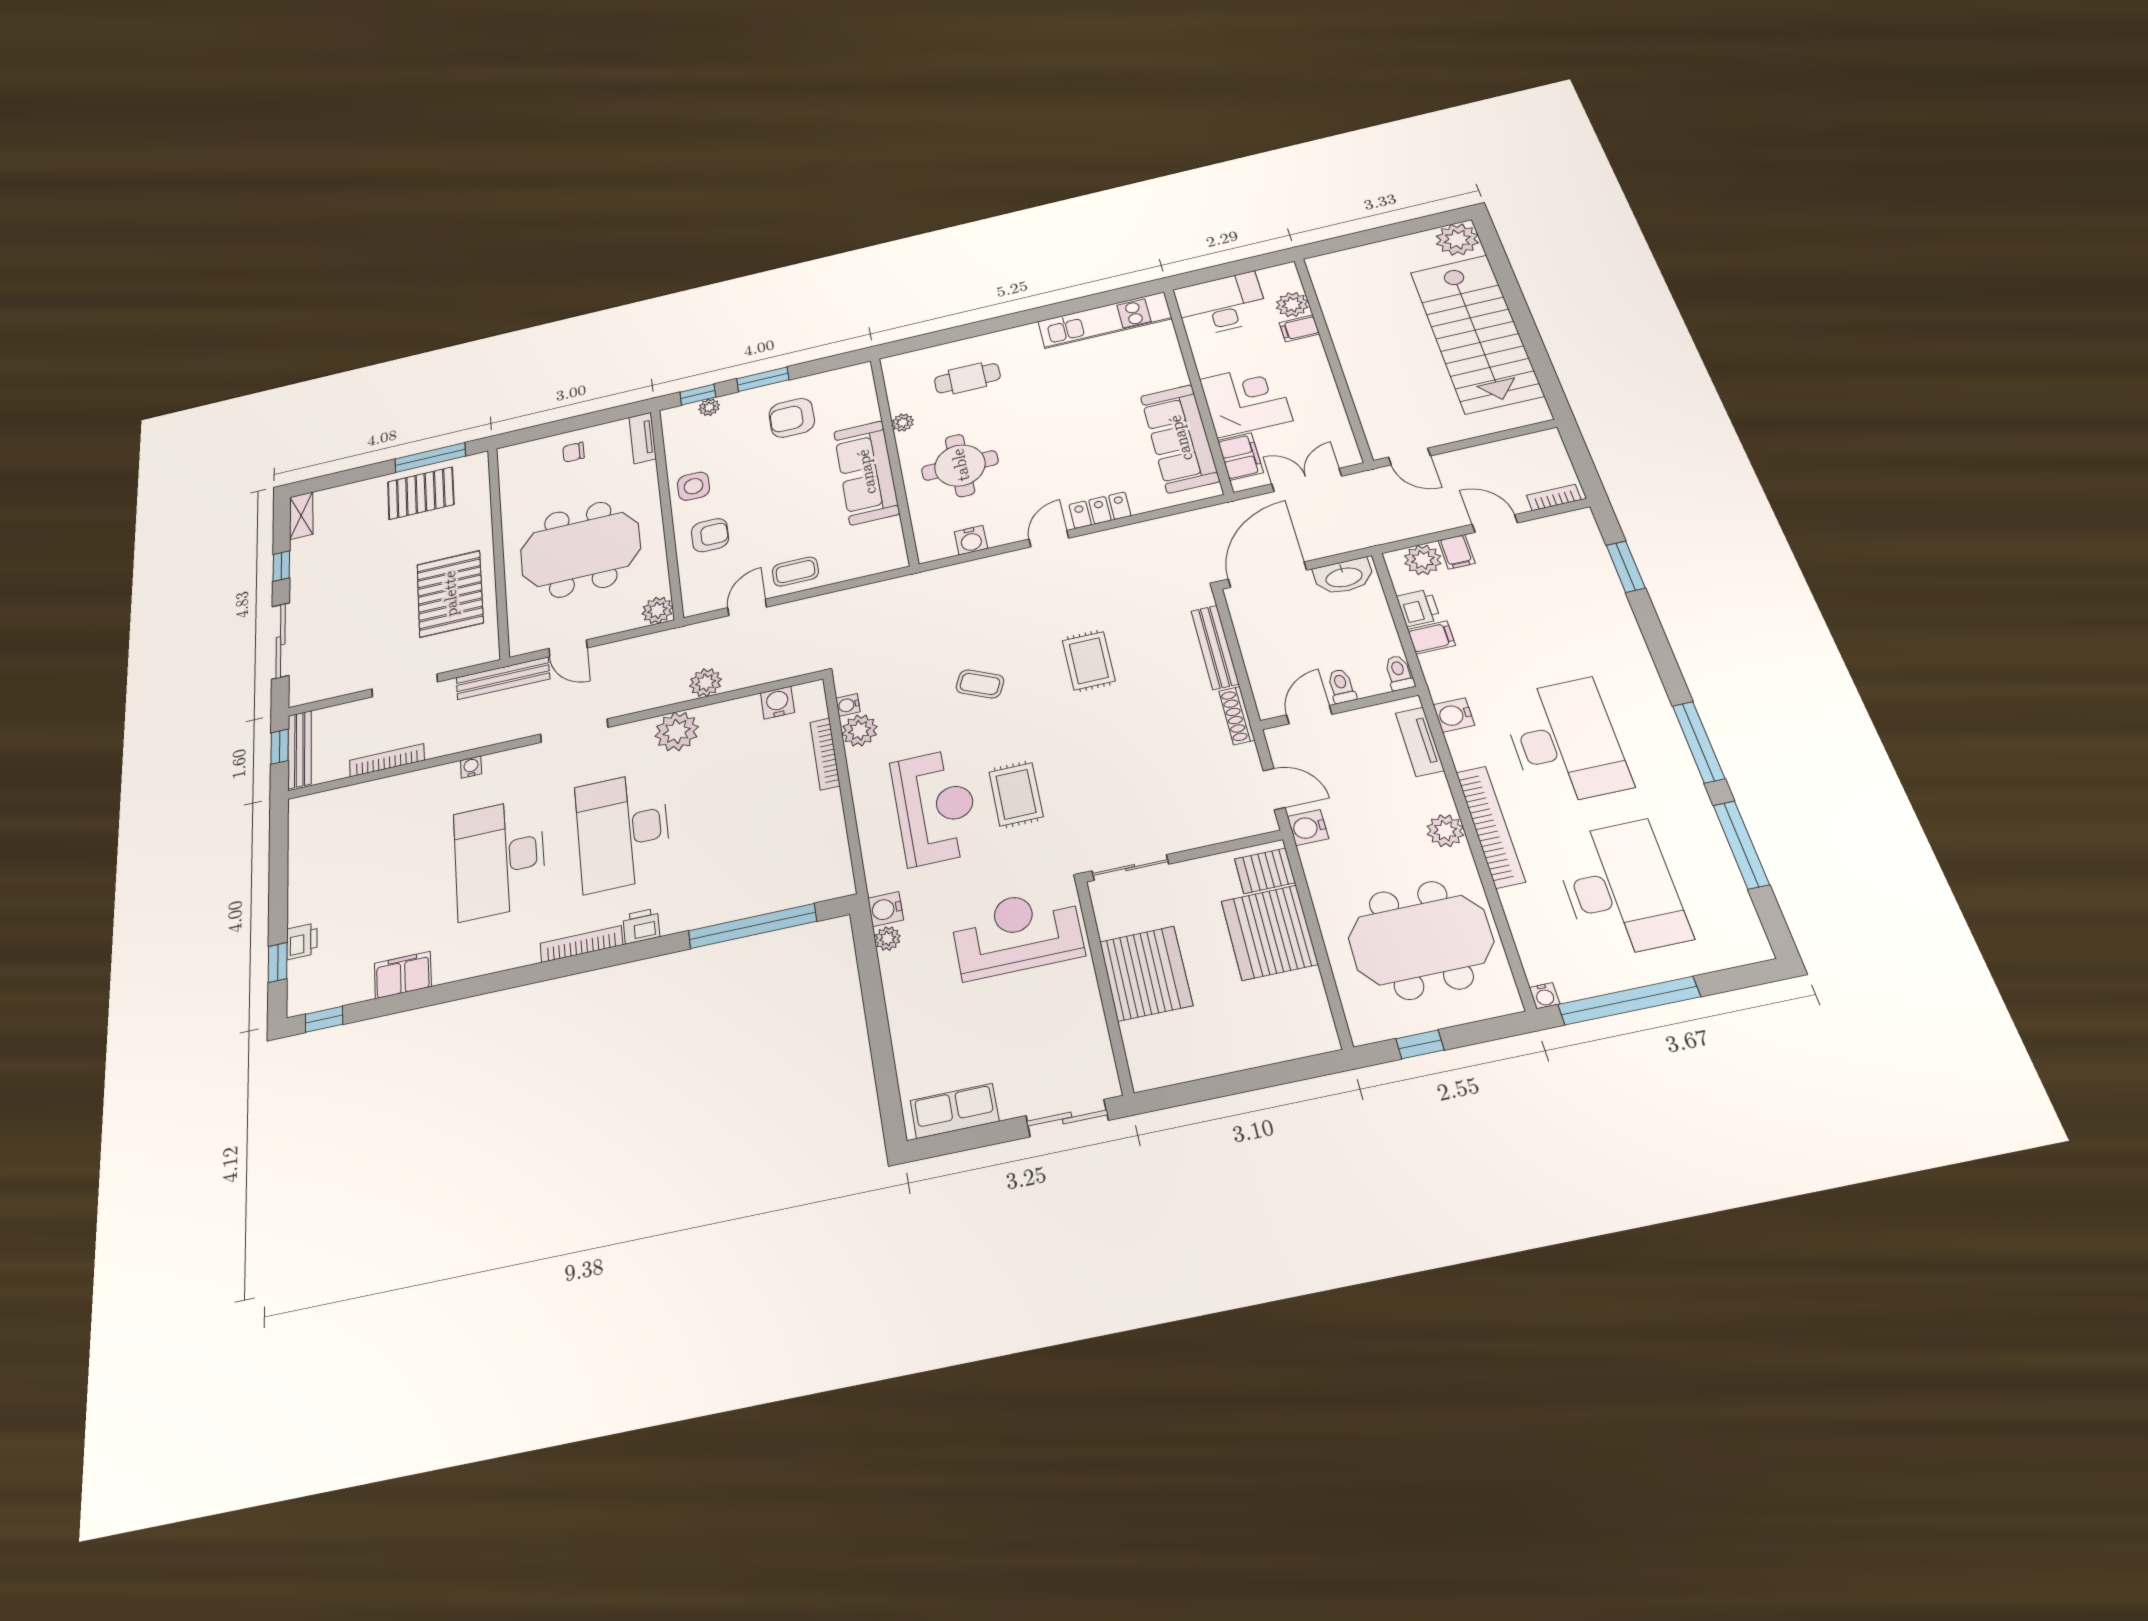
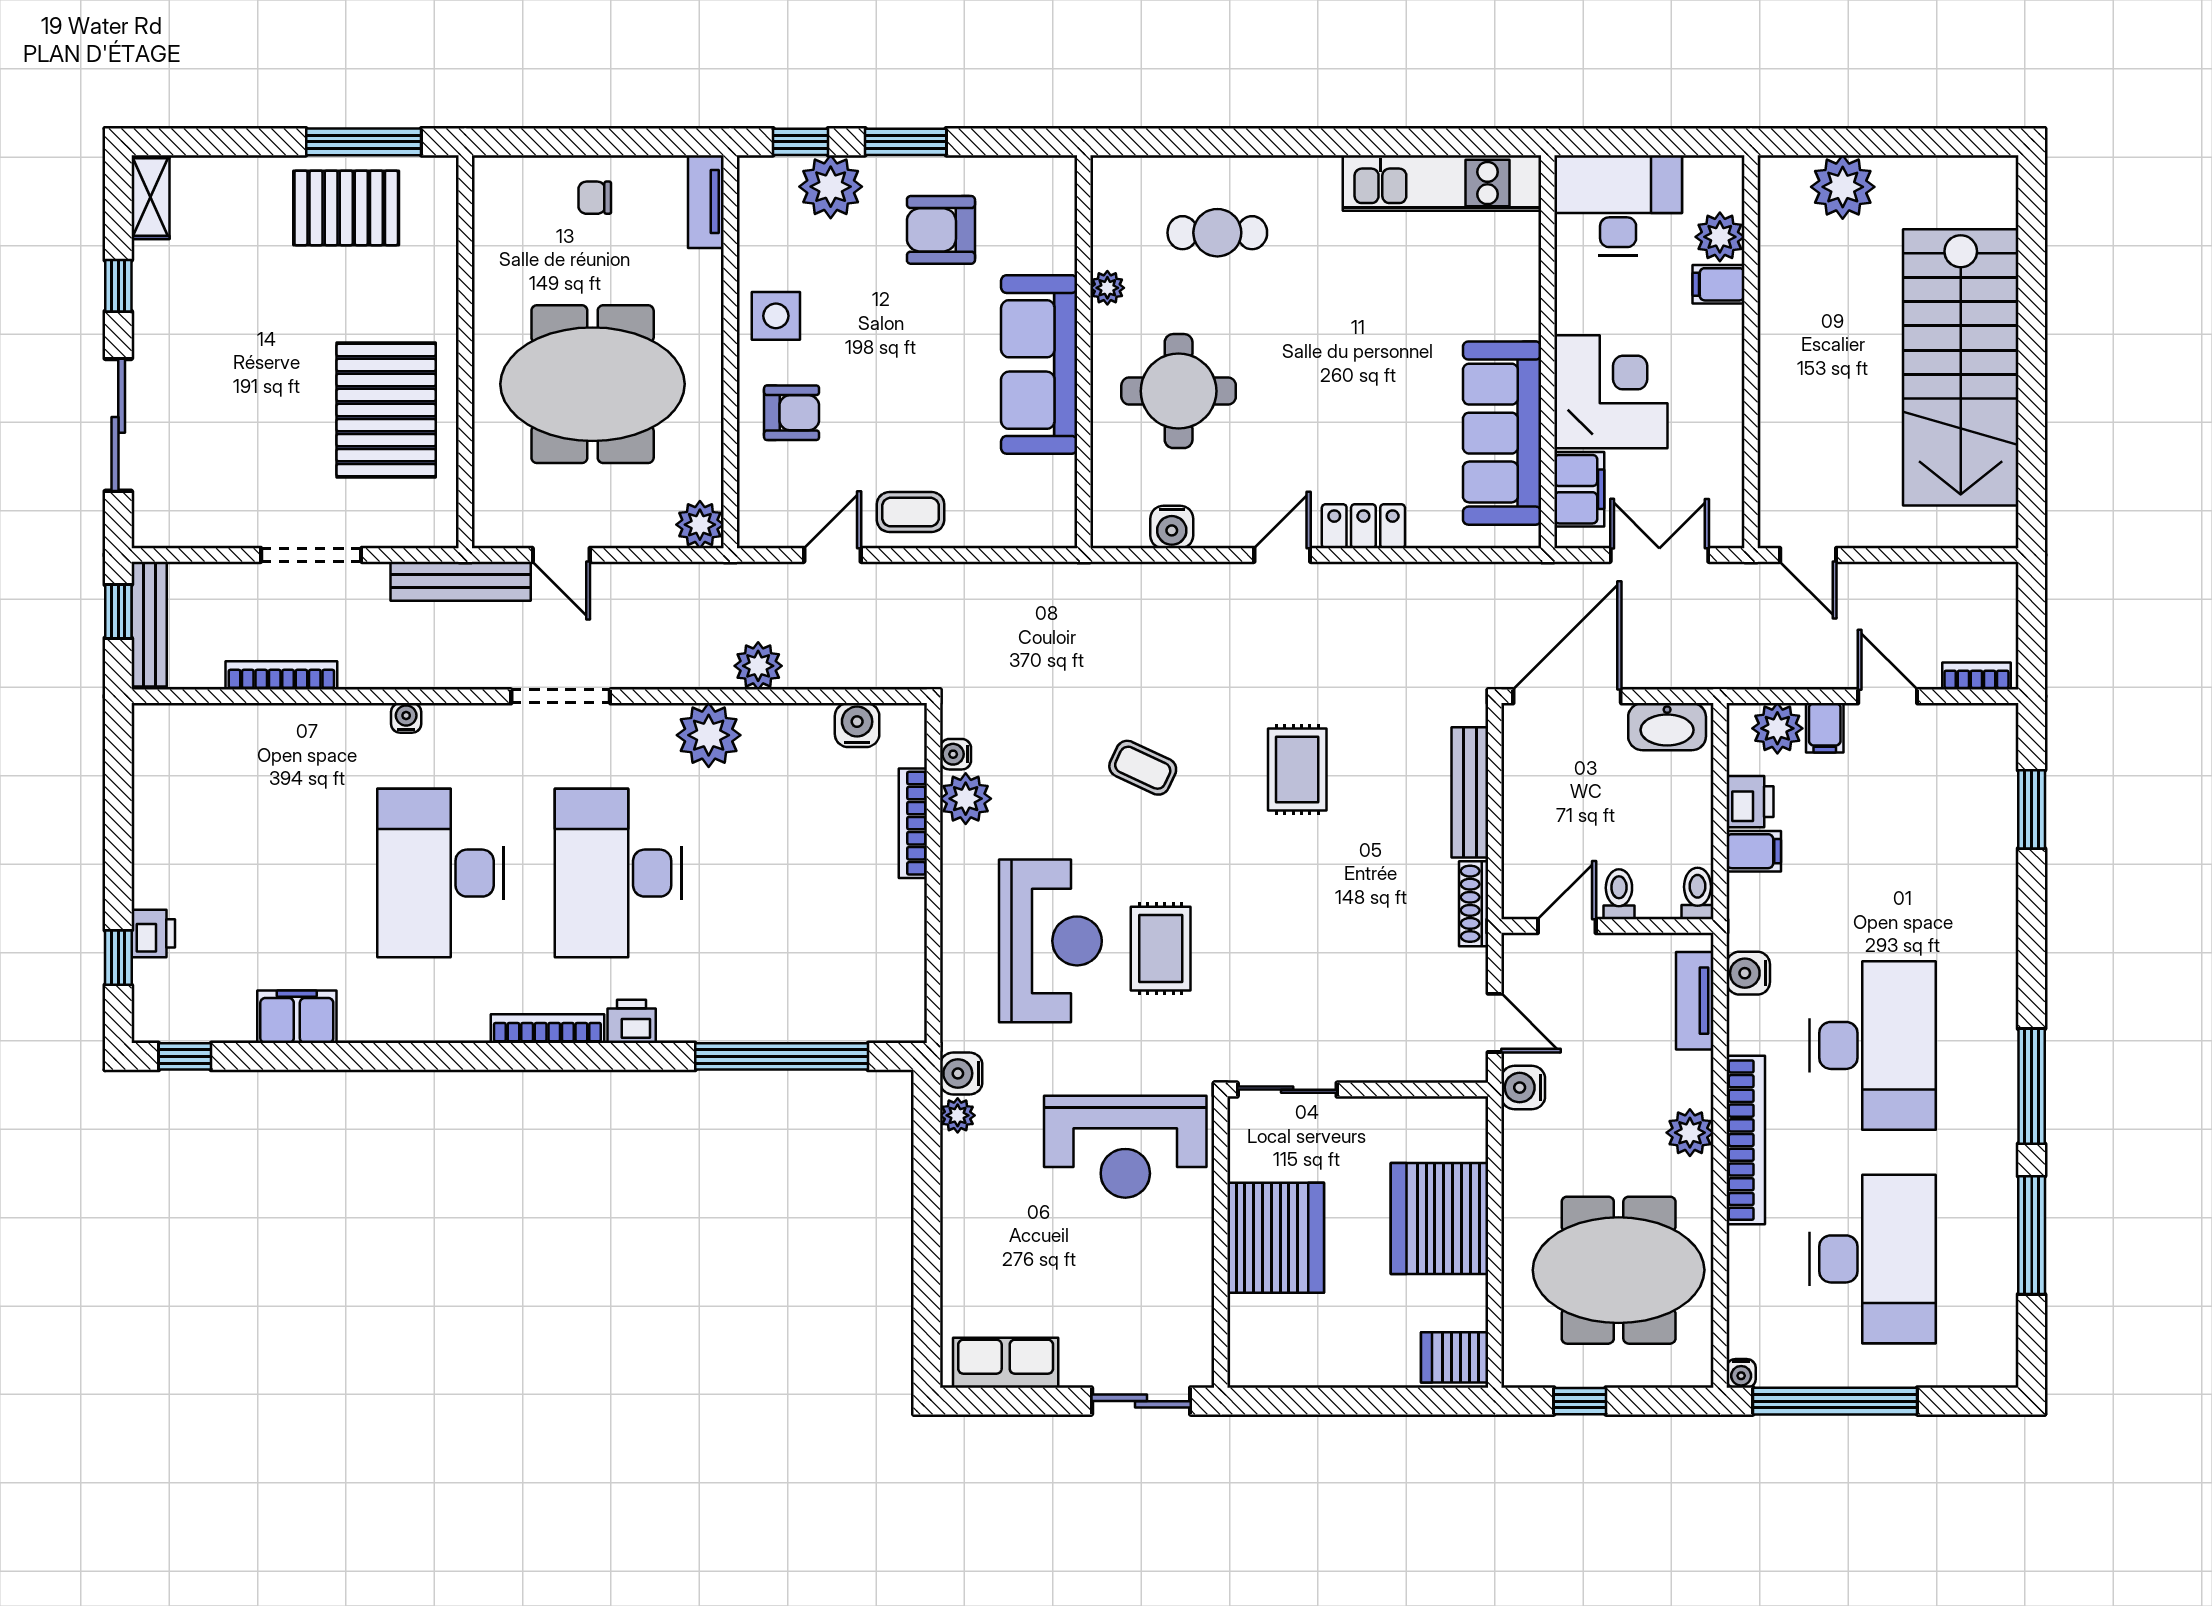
plant: (1457, 240) -> (1843, 187), moved
plant: (709, 407) -> (831, 187), width x1.87, depth x1.87
server rack: (1265, 871) -> (1455, 1357), moved
reception desk: (1017, 933) -> (1125, 1147), turned 180

